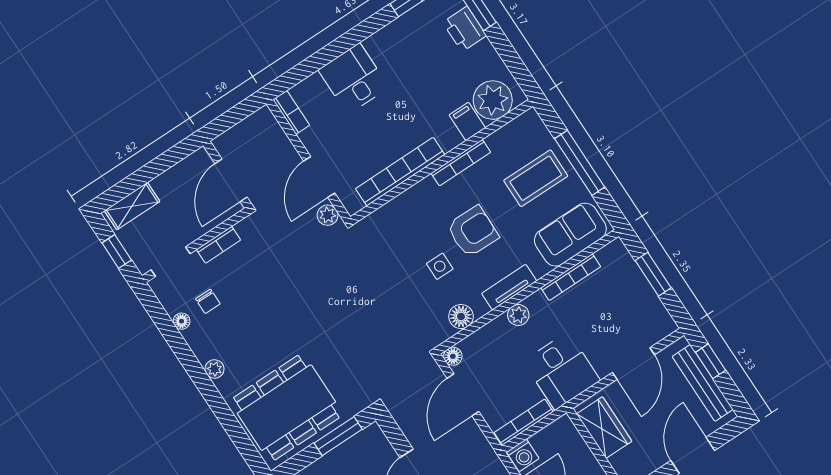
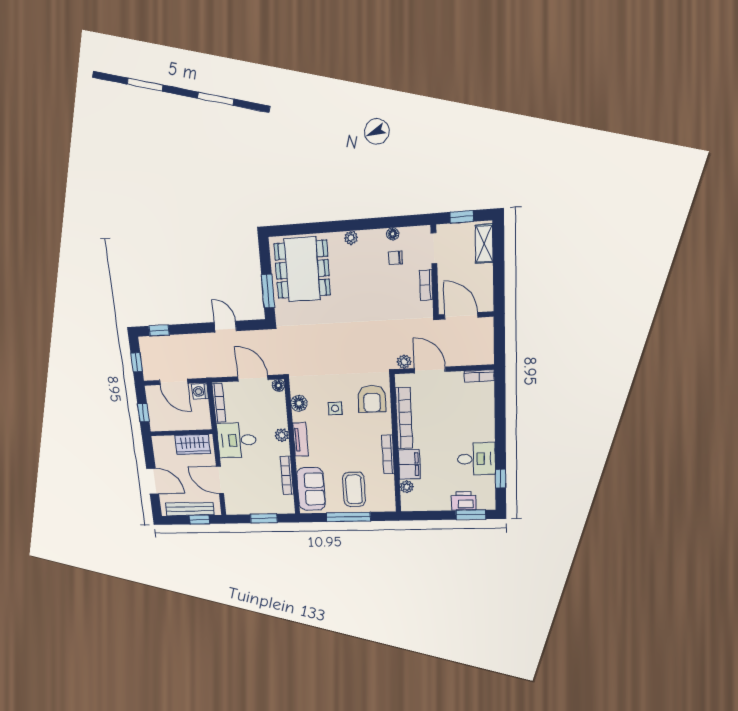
desk: (353, 79) -> (476, 459), moved
plant: (493, 100) -> (407, 487), width x0.53, depth x0.53
filing cabinet: (467, 121) -> (409, 464), width x2.00
armchair: (473, 231) -> (372, 399), moved

